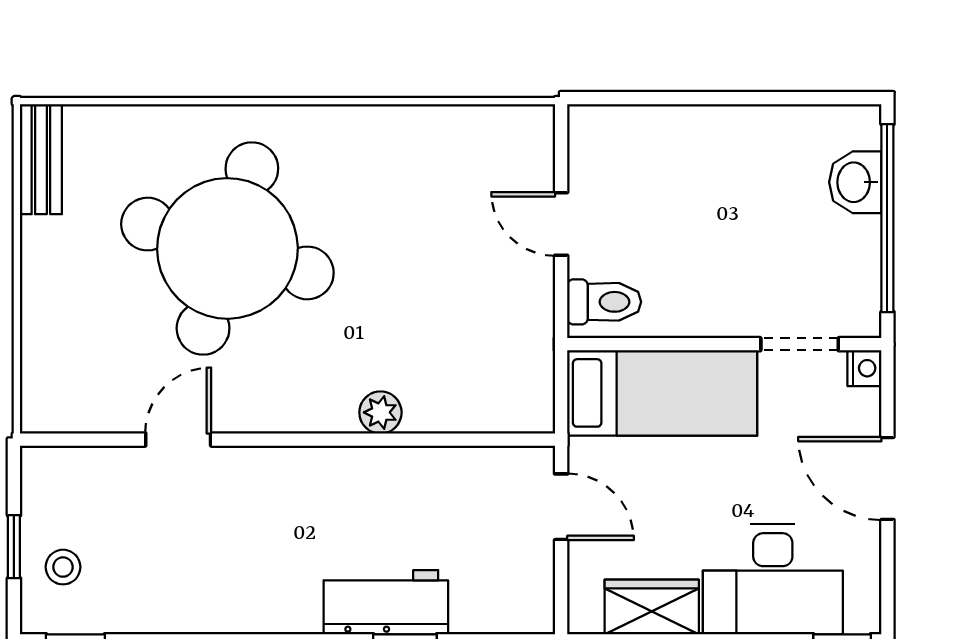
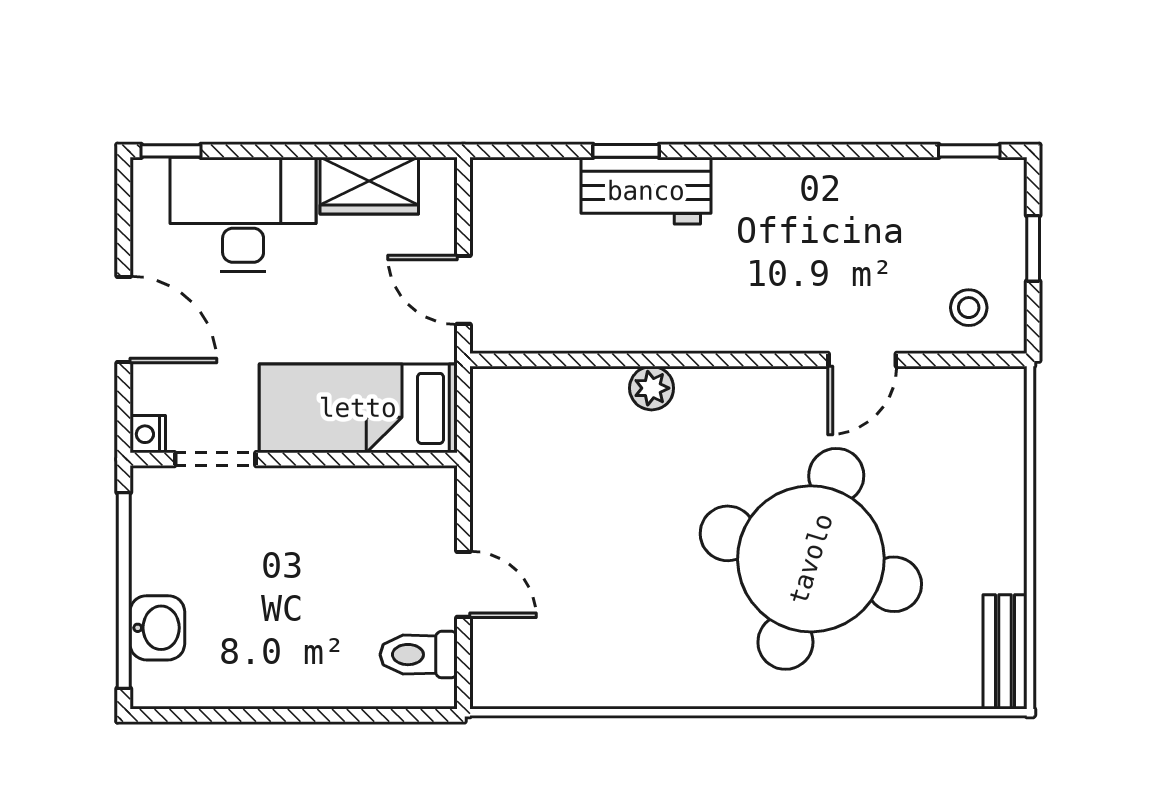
toilet: (604, 302) -> (419, 655), moved
stool: (63, 567) -> (969, 308), moved

